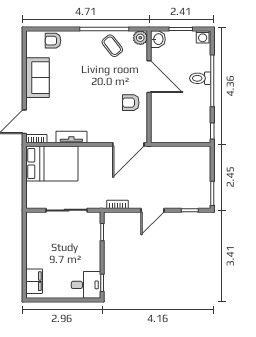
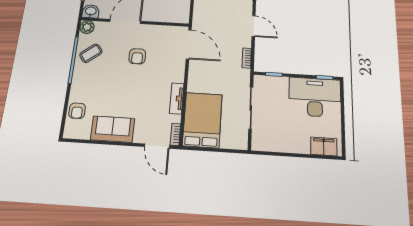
armchair: (131, 103) -> (137, 56), moved
desk: (86, 285) -> (315, 97), width x1.87, depth x1.30

